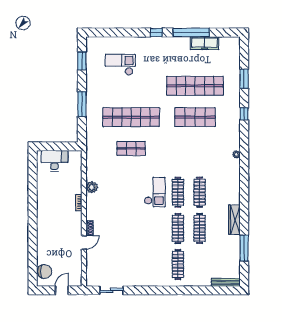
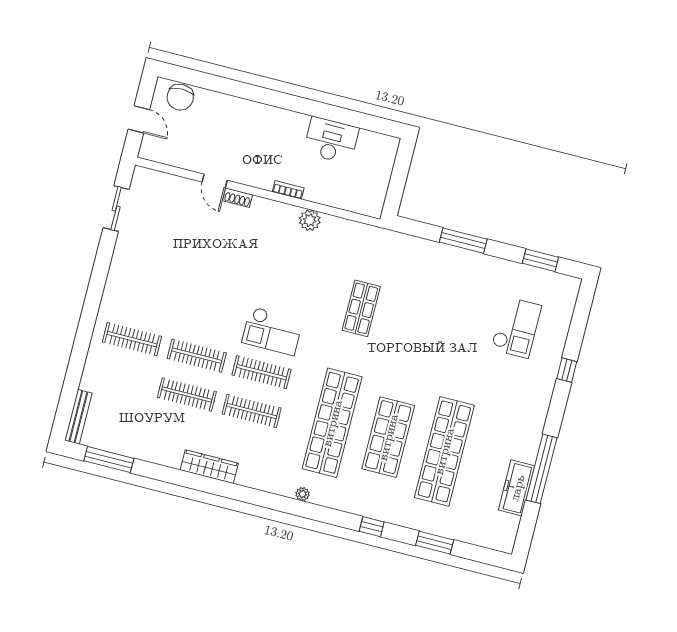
window: (156, 32) -> (567, 370), moved
shop shelf: (131, 117) -> (332, 423), moved
desk: (54, 161) -> (331, 140), moved, turned -90
wardrobe: (234, 220) -> (209, 467), moved
window: (244, 248) -> (109, 460), moved

